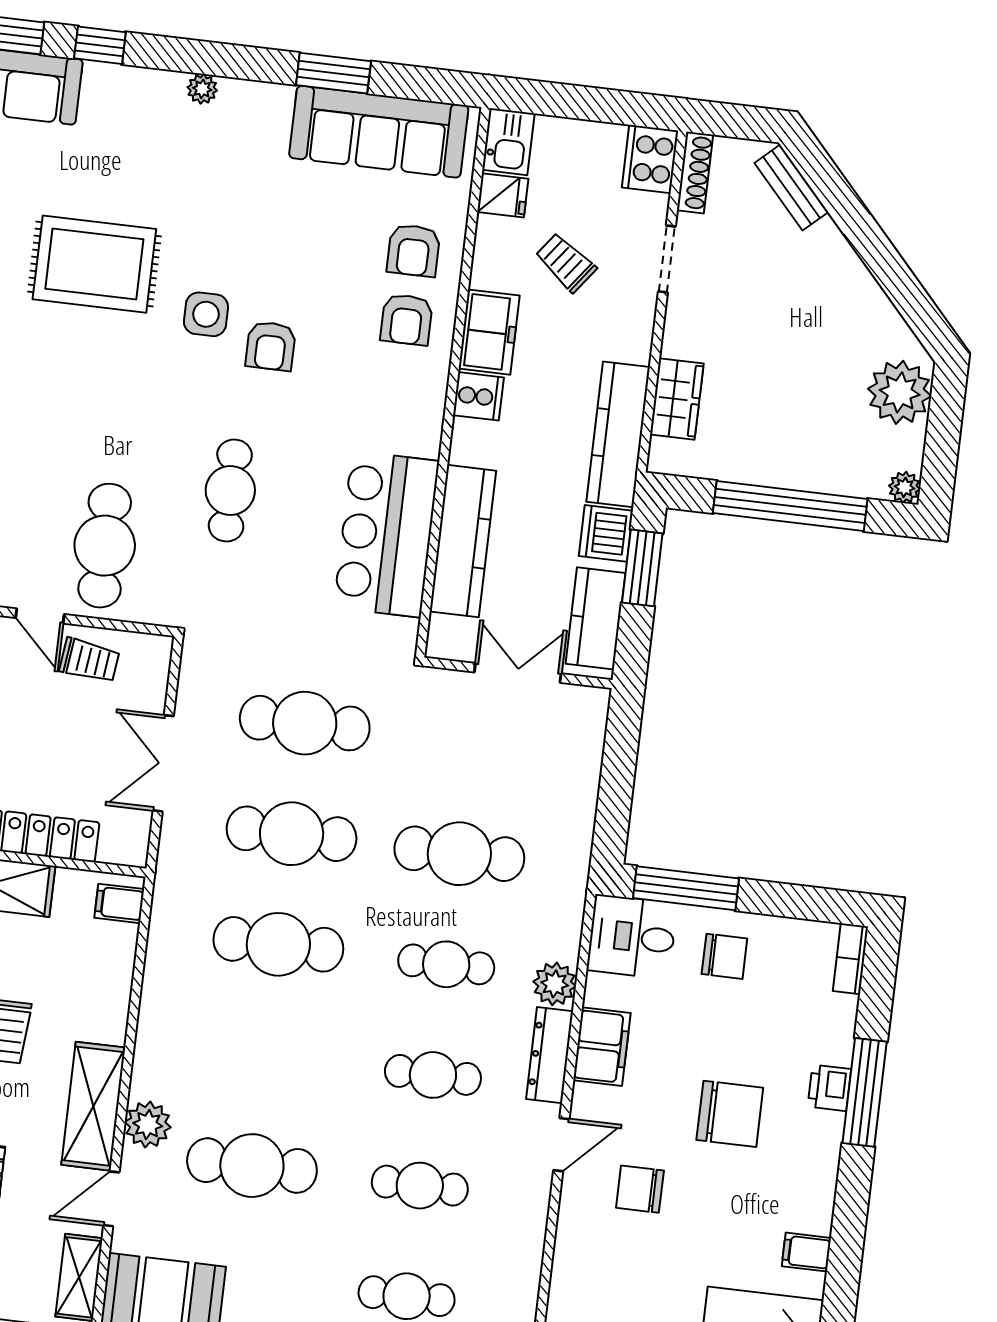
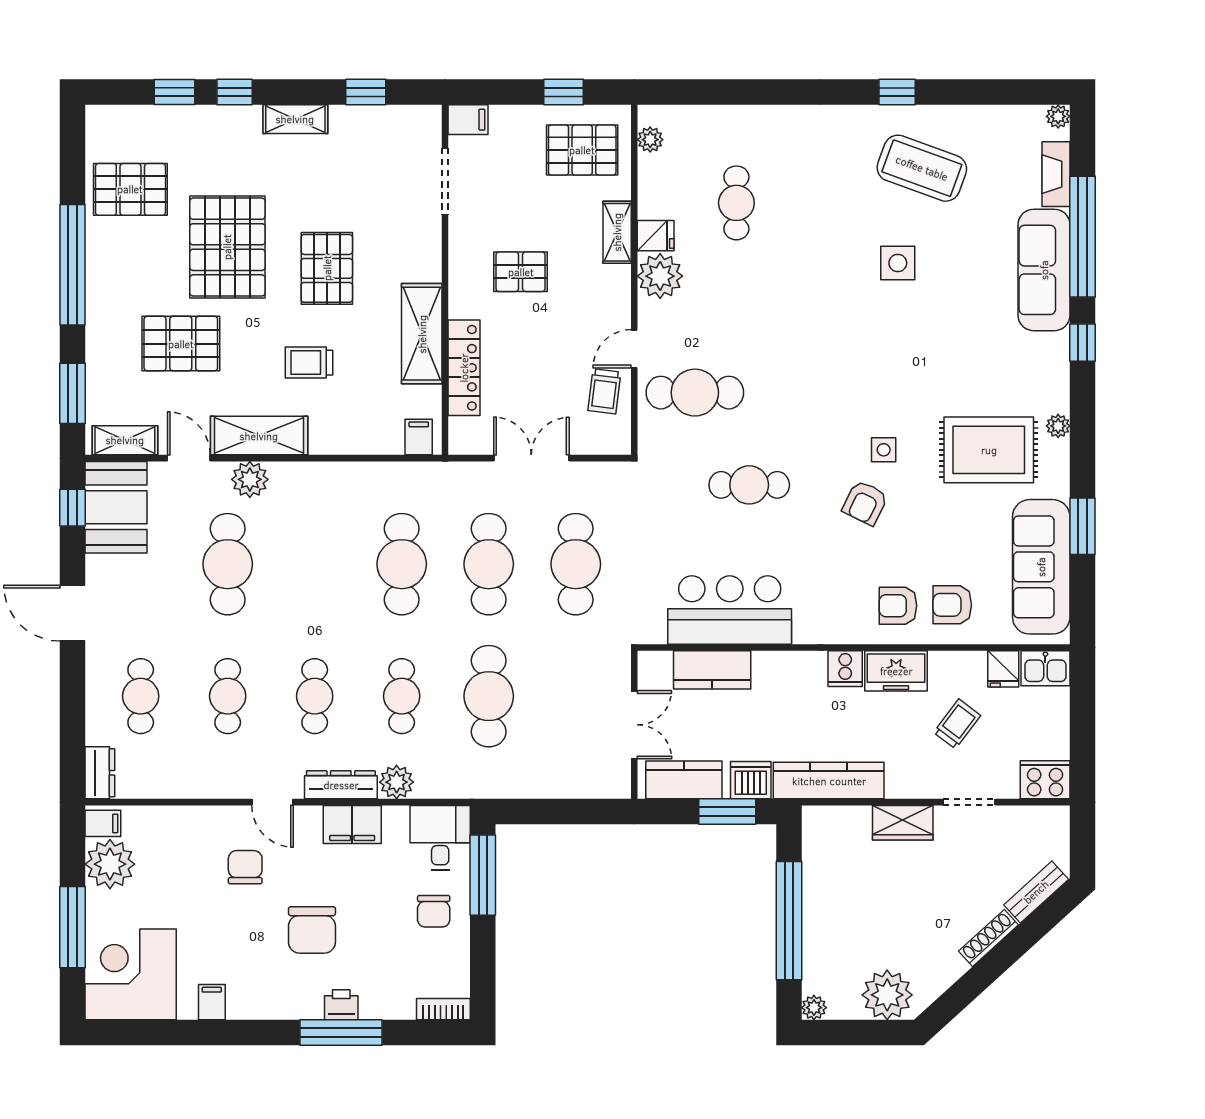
shoe rack: (695, 172) -> (988, 938), moved, turned 138
rug: (94, 264) -> (989, 450), moved, turned 90
side table: (206, 314) -> (884, 450), width x0.73, depth x0.73
armchair: (271, 346) -> (865, 503), turned -64
wardrobe: (677, 399) -> (903, 823), moved
kitchen counter: (463, 541) -> (712, 670), width x0.67

